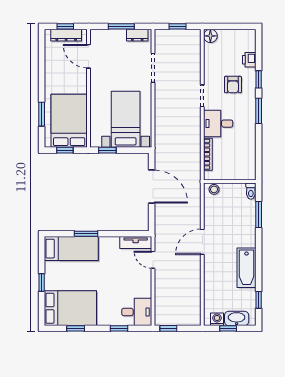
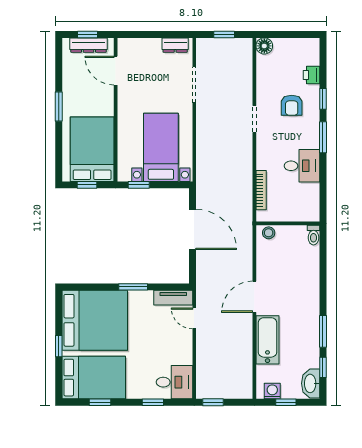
window: (121, 26) -> (155, 34), removed
window: (42, 114) -> (59, 107), moved
desk: (218, 124) -> (302, 166), moved, turned 180
window: (259, 214) -> (323, 331), moved
window: (86, 234) -> (133, 287), moved
bed: (71, 249) -> (95, 320), width x2.04
bathtub: (247, 268) -> (267, 340), moved, turned 180
washbasin: (237, 318) -> (311, 383), moved, turned -90

